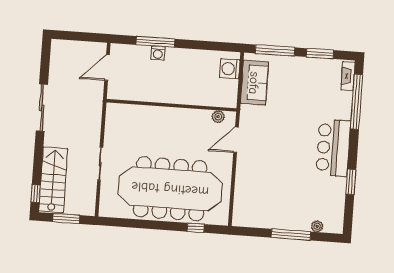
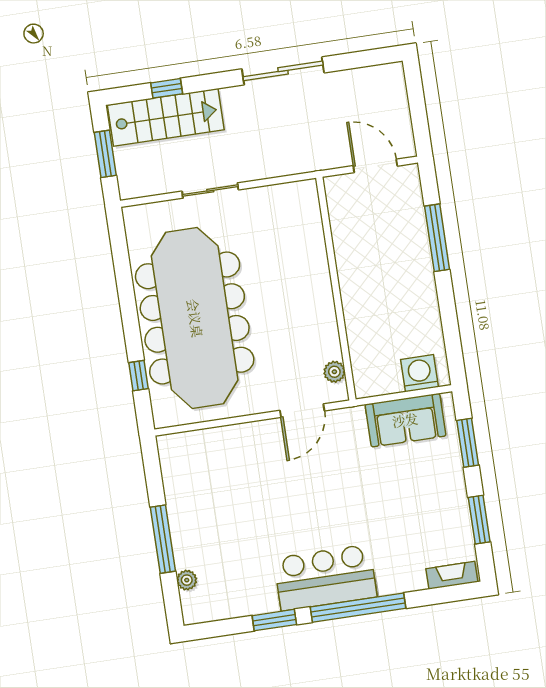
window: (275, 50) -> (468, 443), width x0.69
washing machine: (158, 53) -> (419, 246), removed
window: (357, 102) -> (358, 608), moved
door: (236, 140) -> (302, 411), swing flipped
window: (36, 194) -> (167, 88), moved

